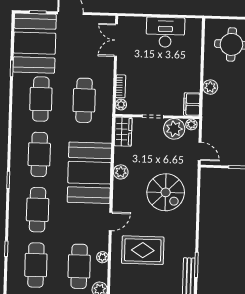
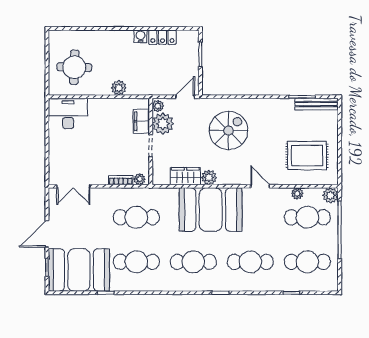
desk: (165, 32) -> (68, 114), moved, turned 90
filing cabinet: (192, 104) -> (141, 121), moved, turned 90
wardrobe: (123, 132) -> (185, 176), moved
rug: (143, 250) -> (307, 156), moved, turned 90

